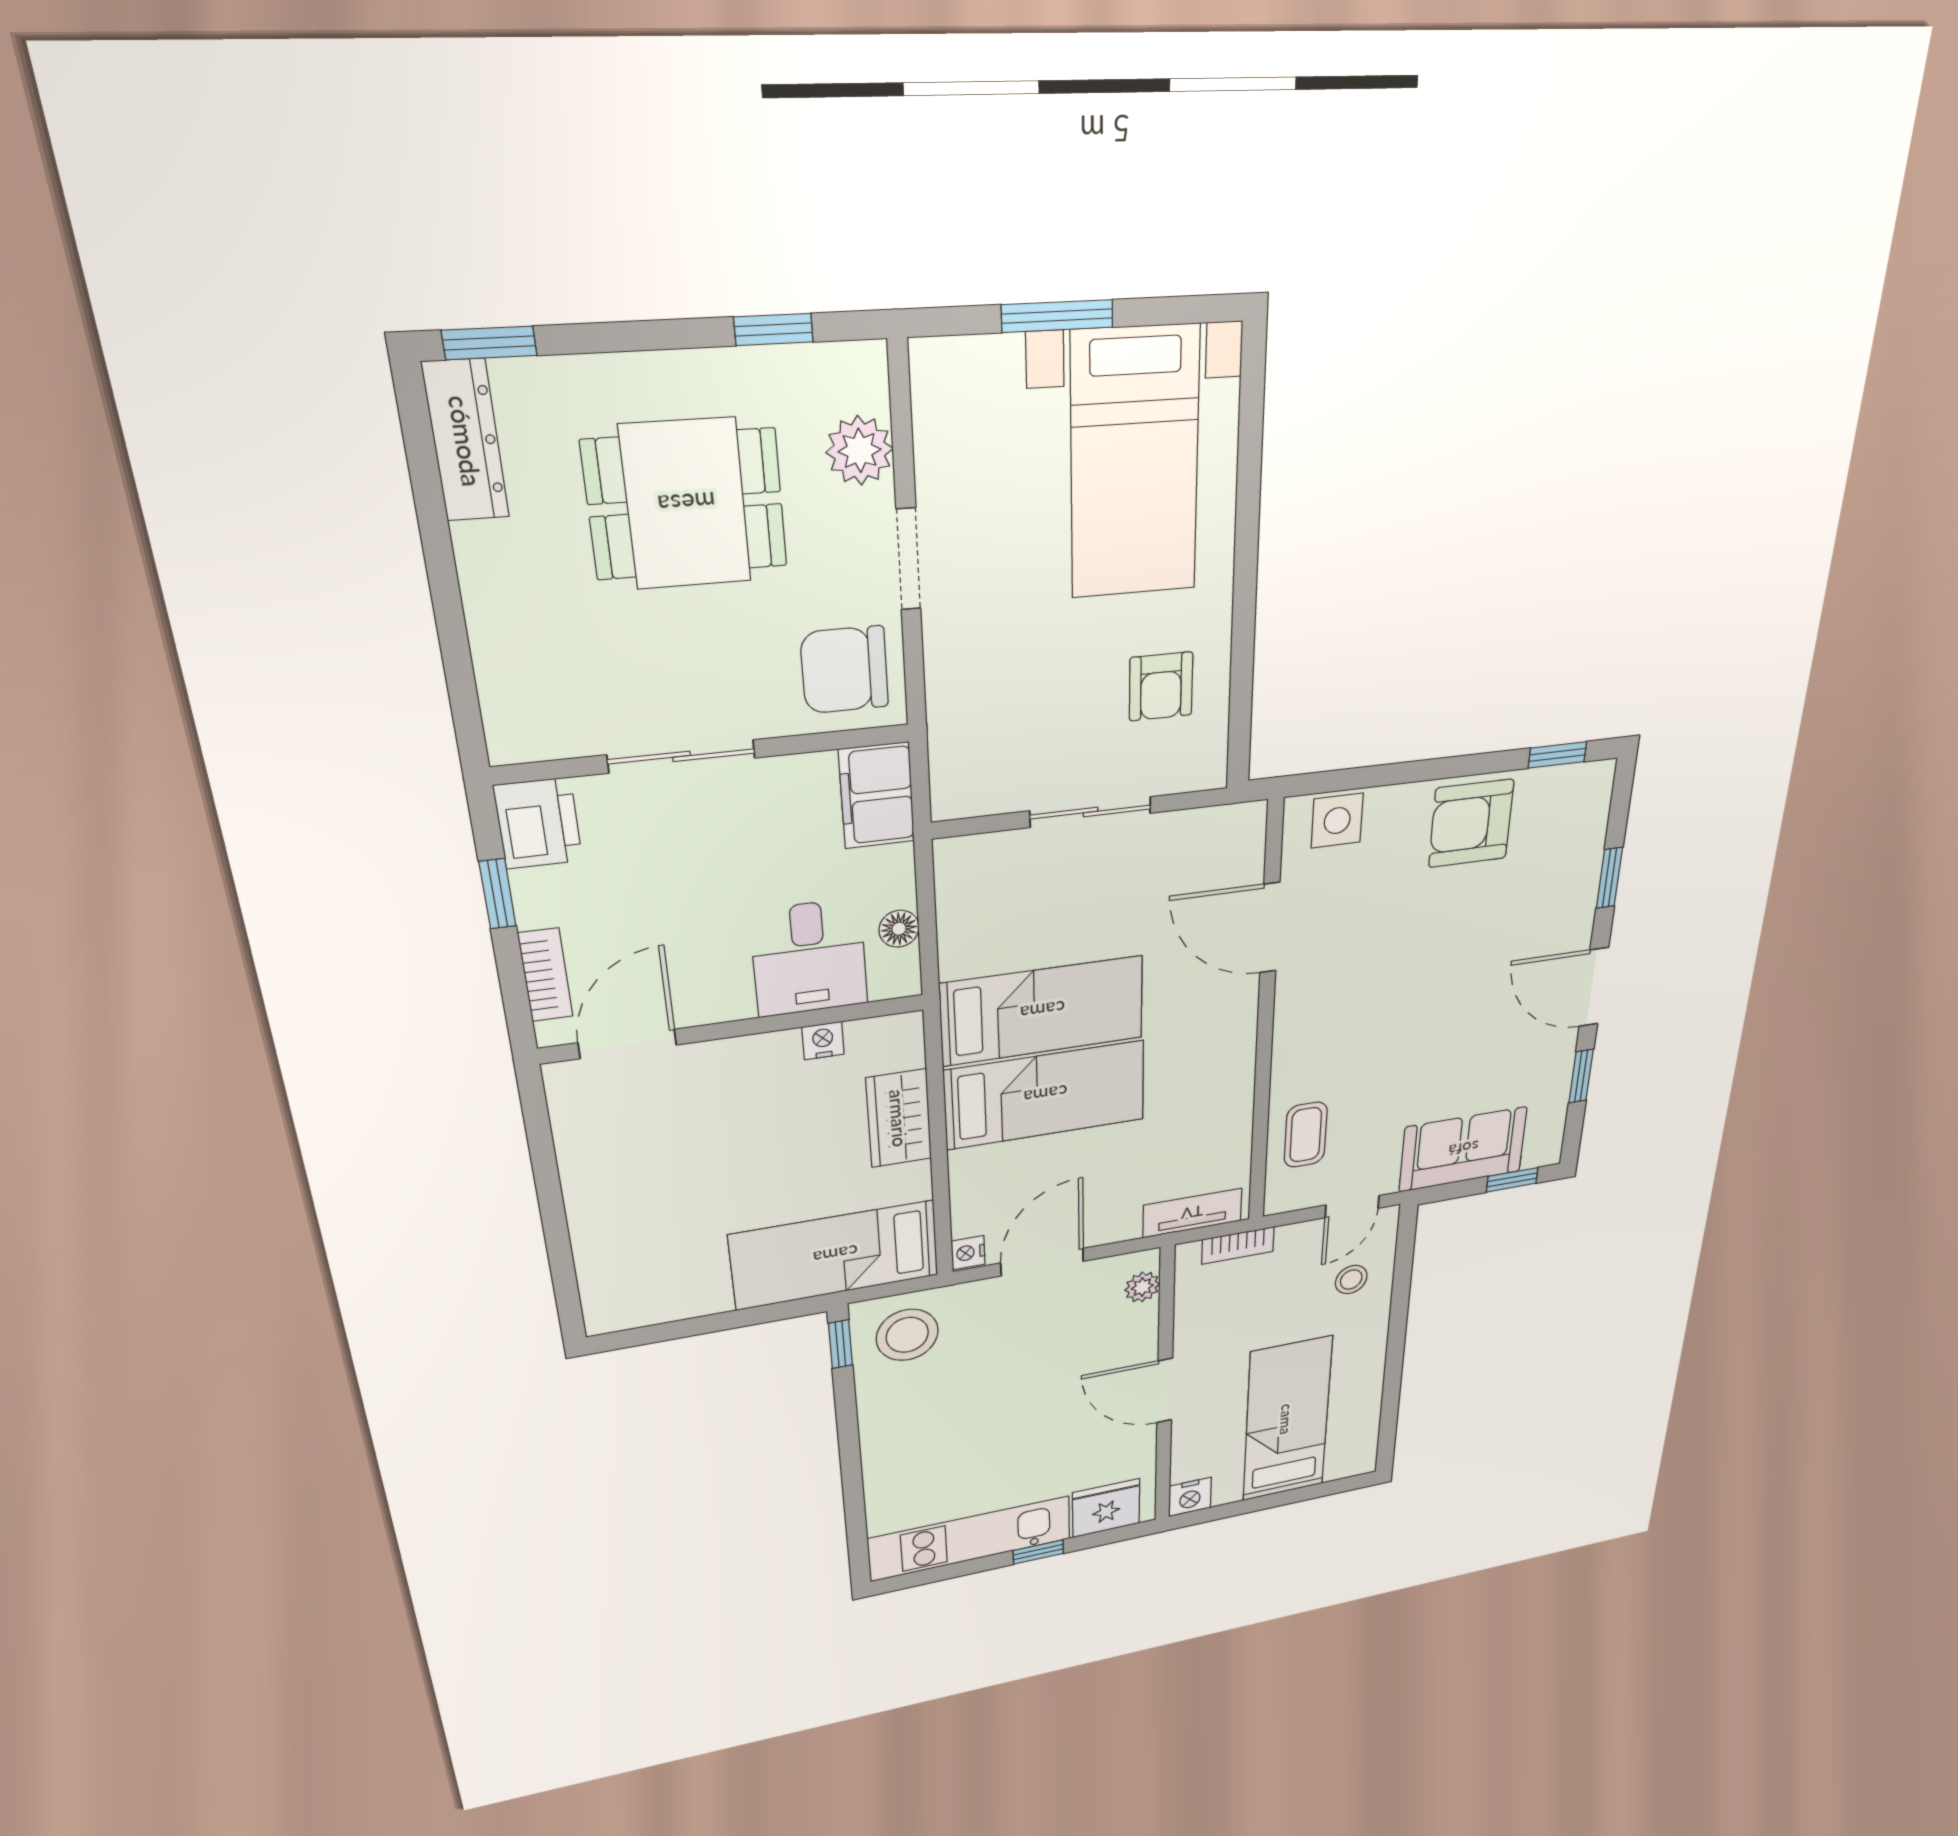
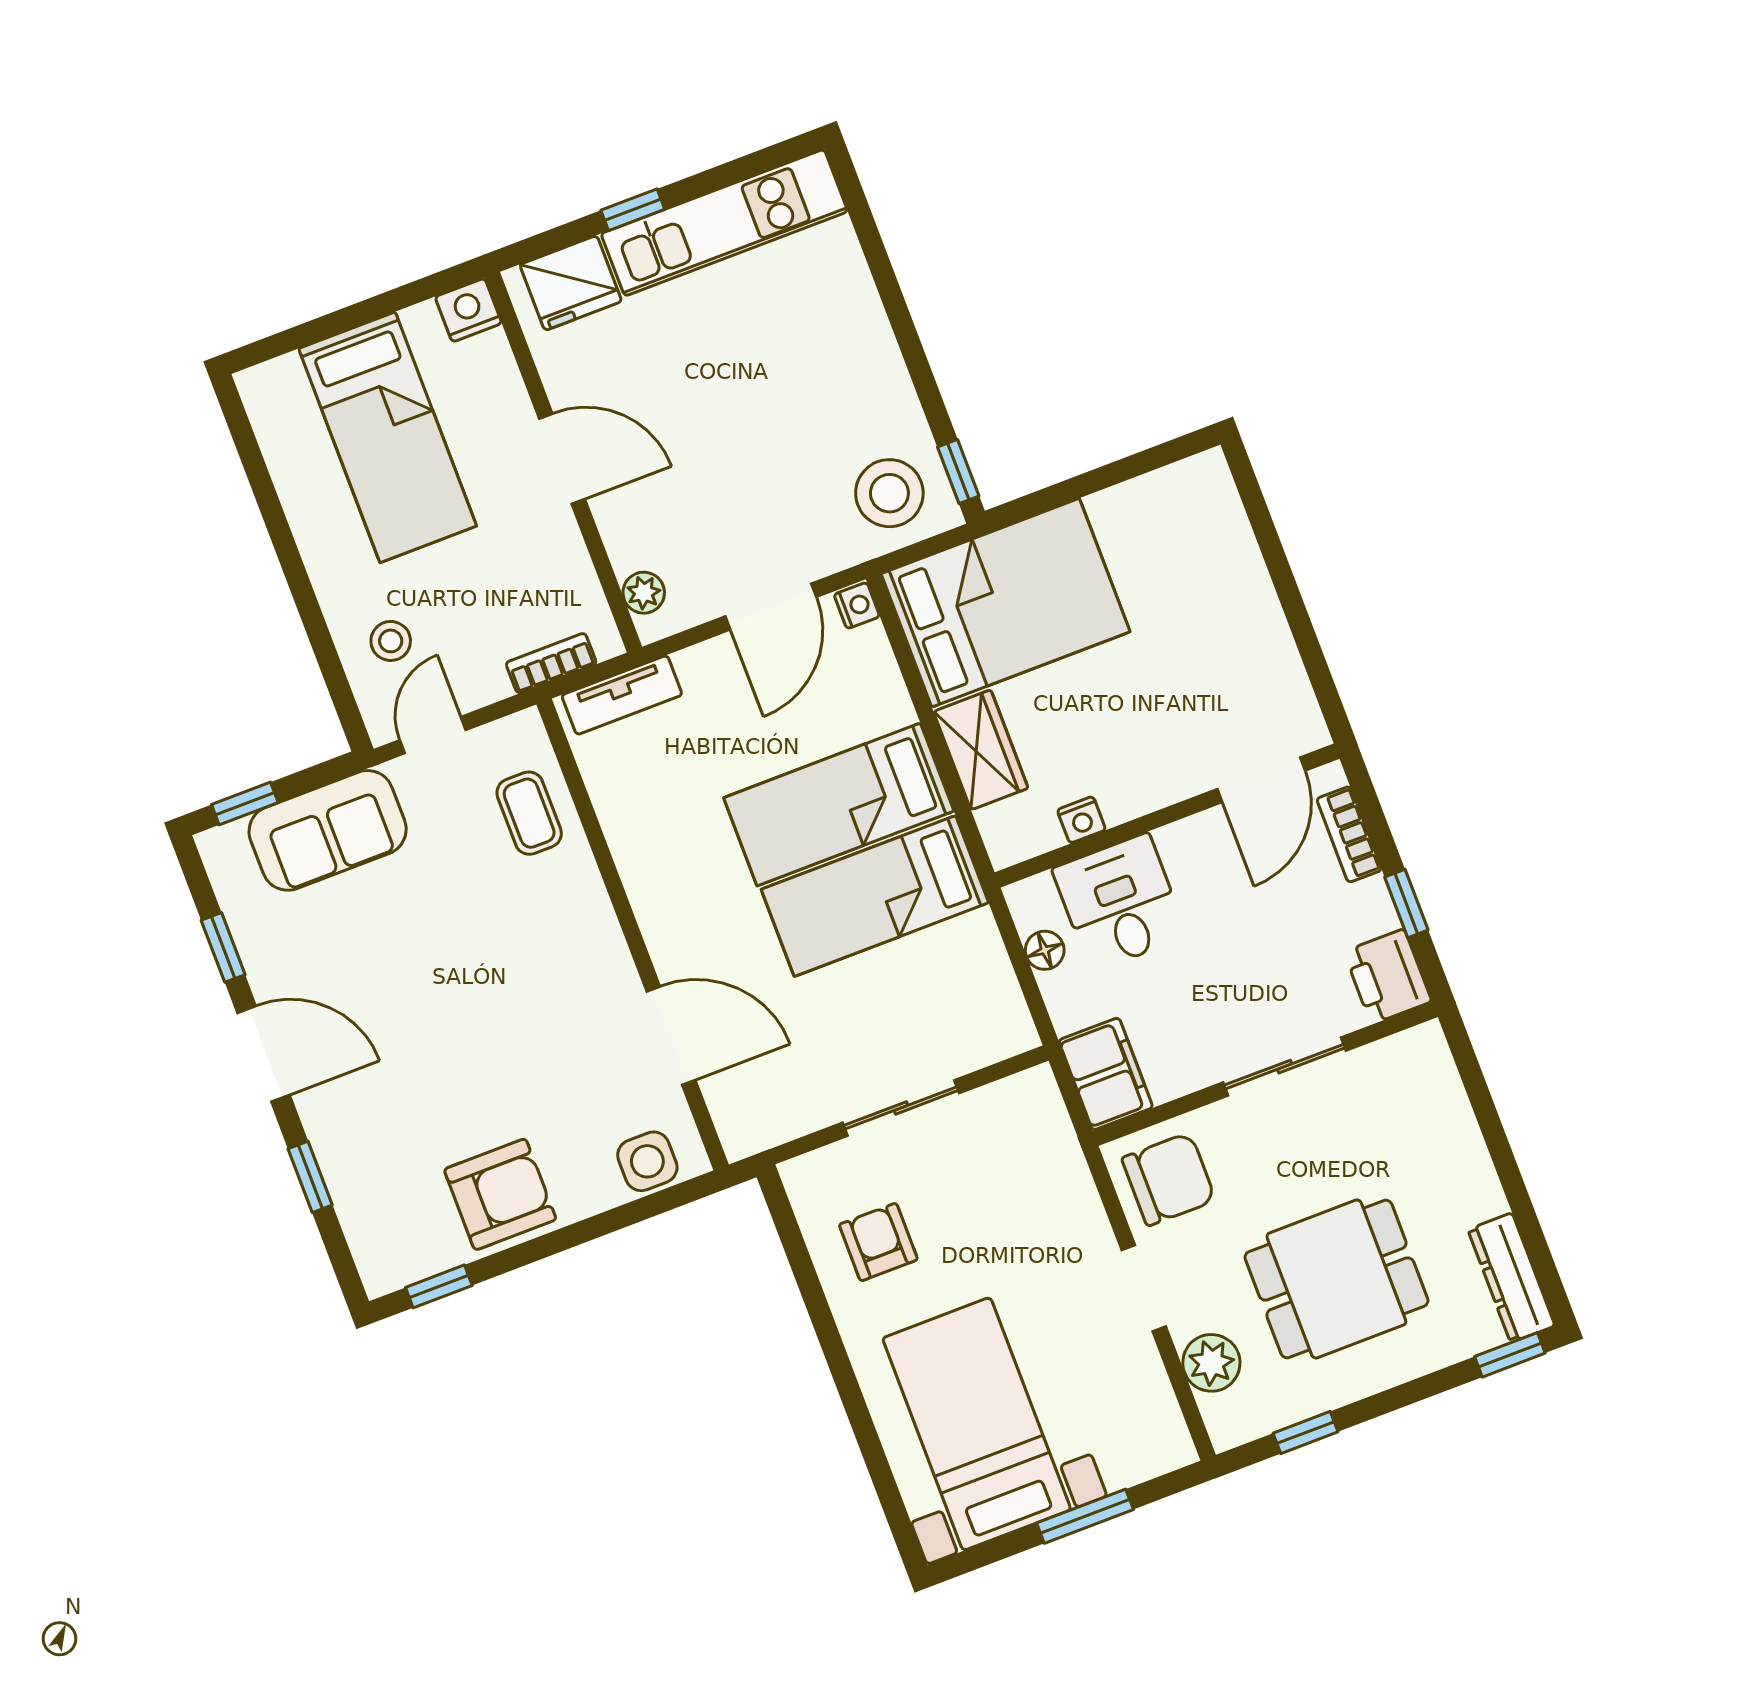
bed: (835, 1255) -> (1006, 603), width x1.50

